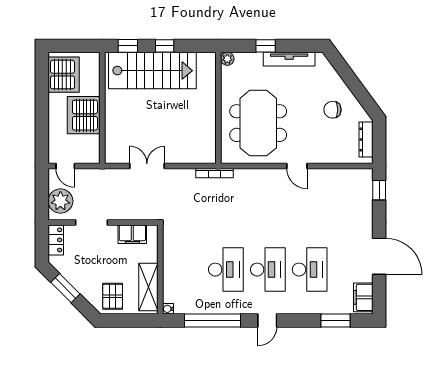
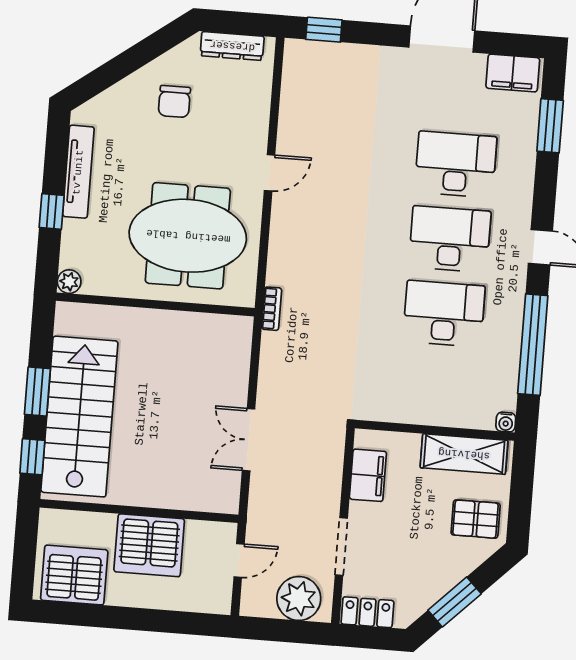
window: (165, 46) -> (37, 391), width x1.50
door: (65, 166) -> (239, 561), moved
bookcase: (214, 173) -> (272, 309), width x0.64

